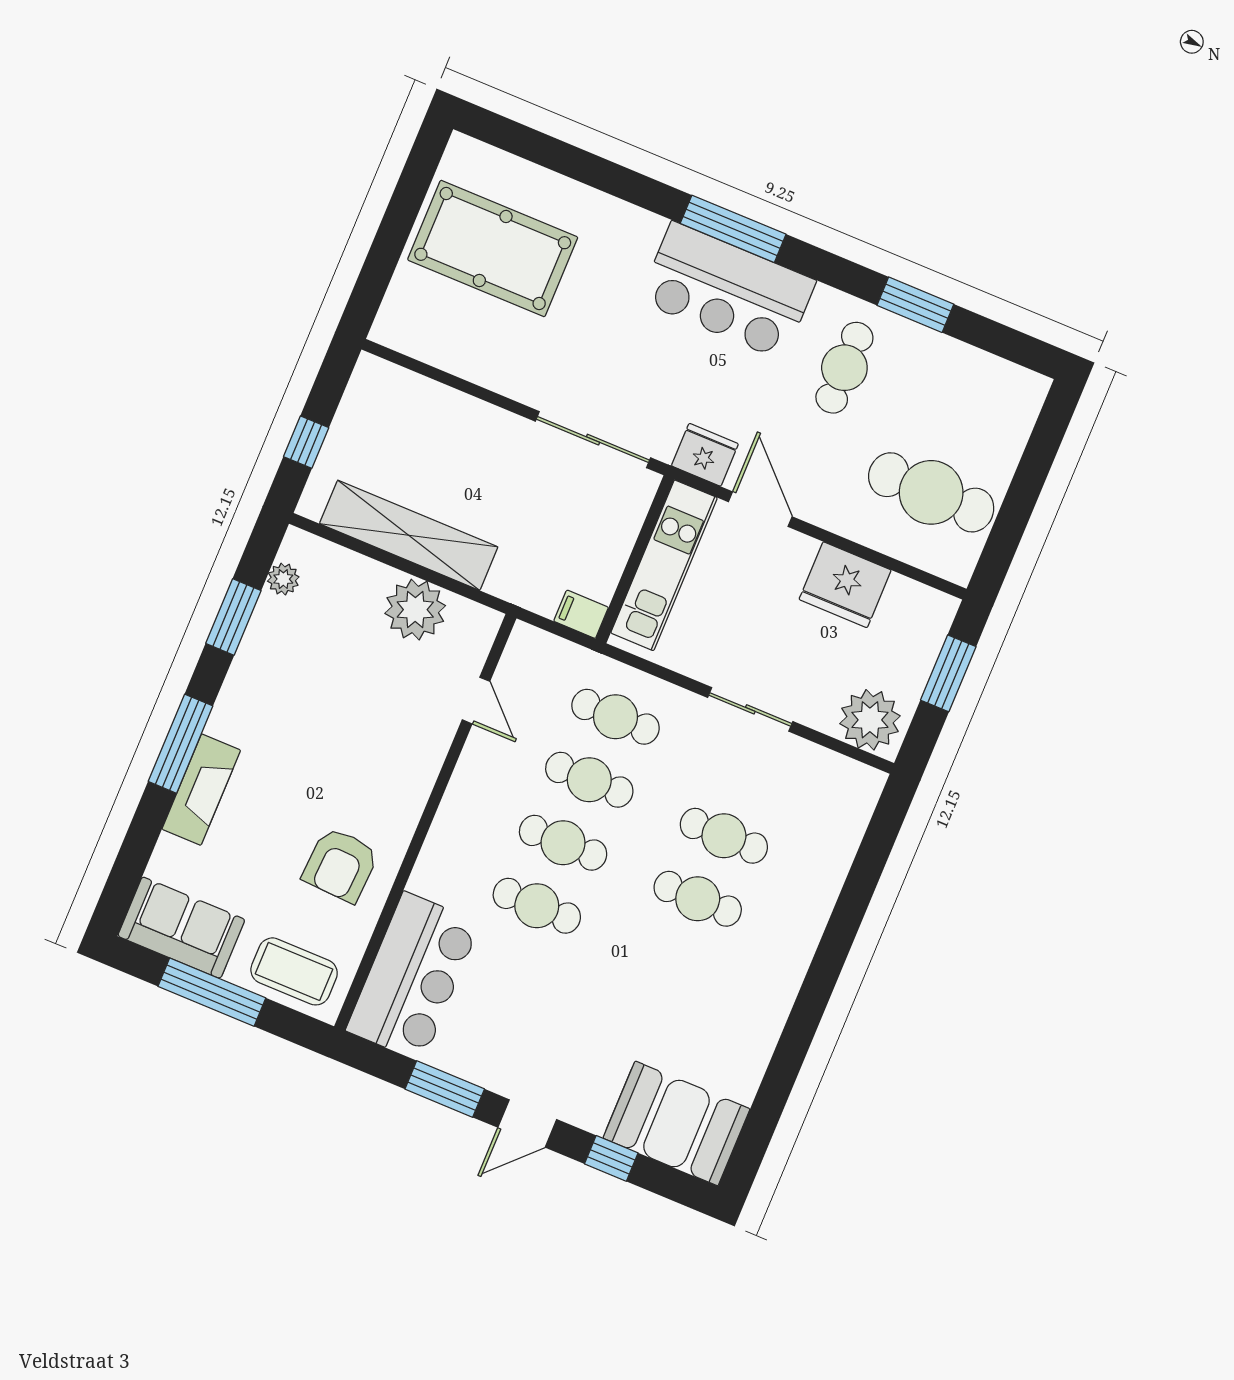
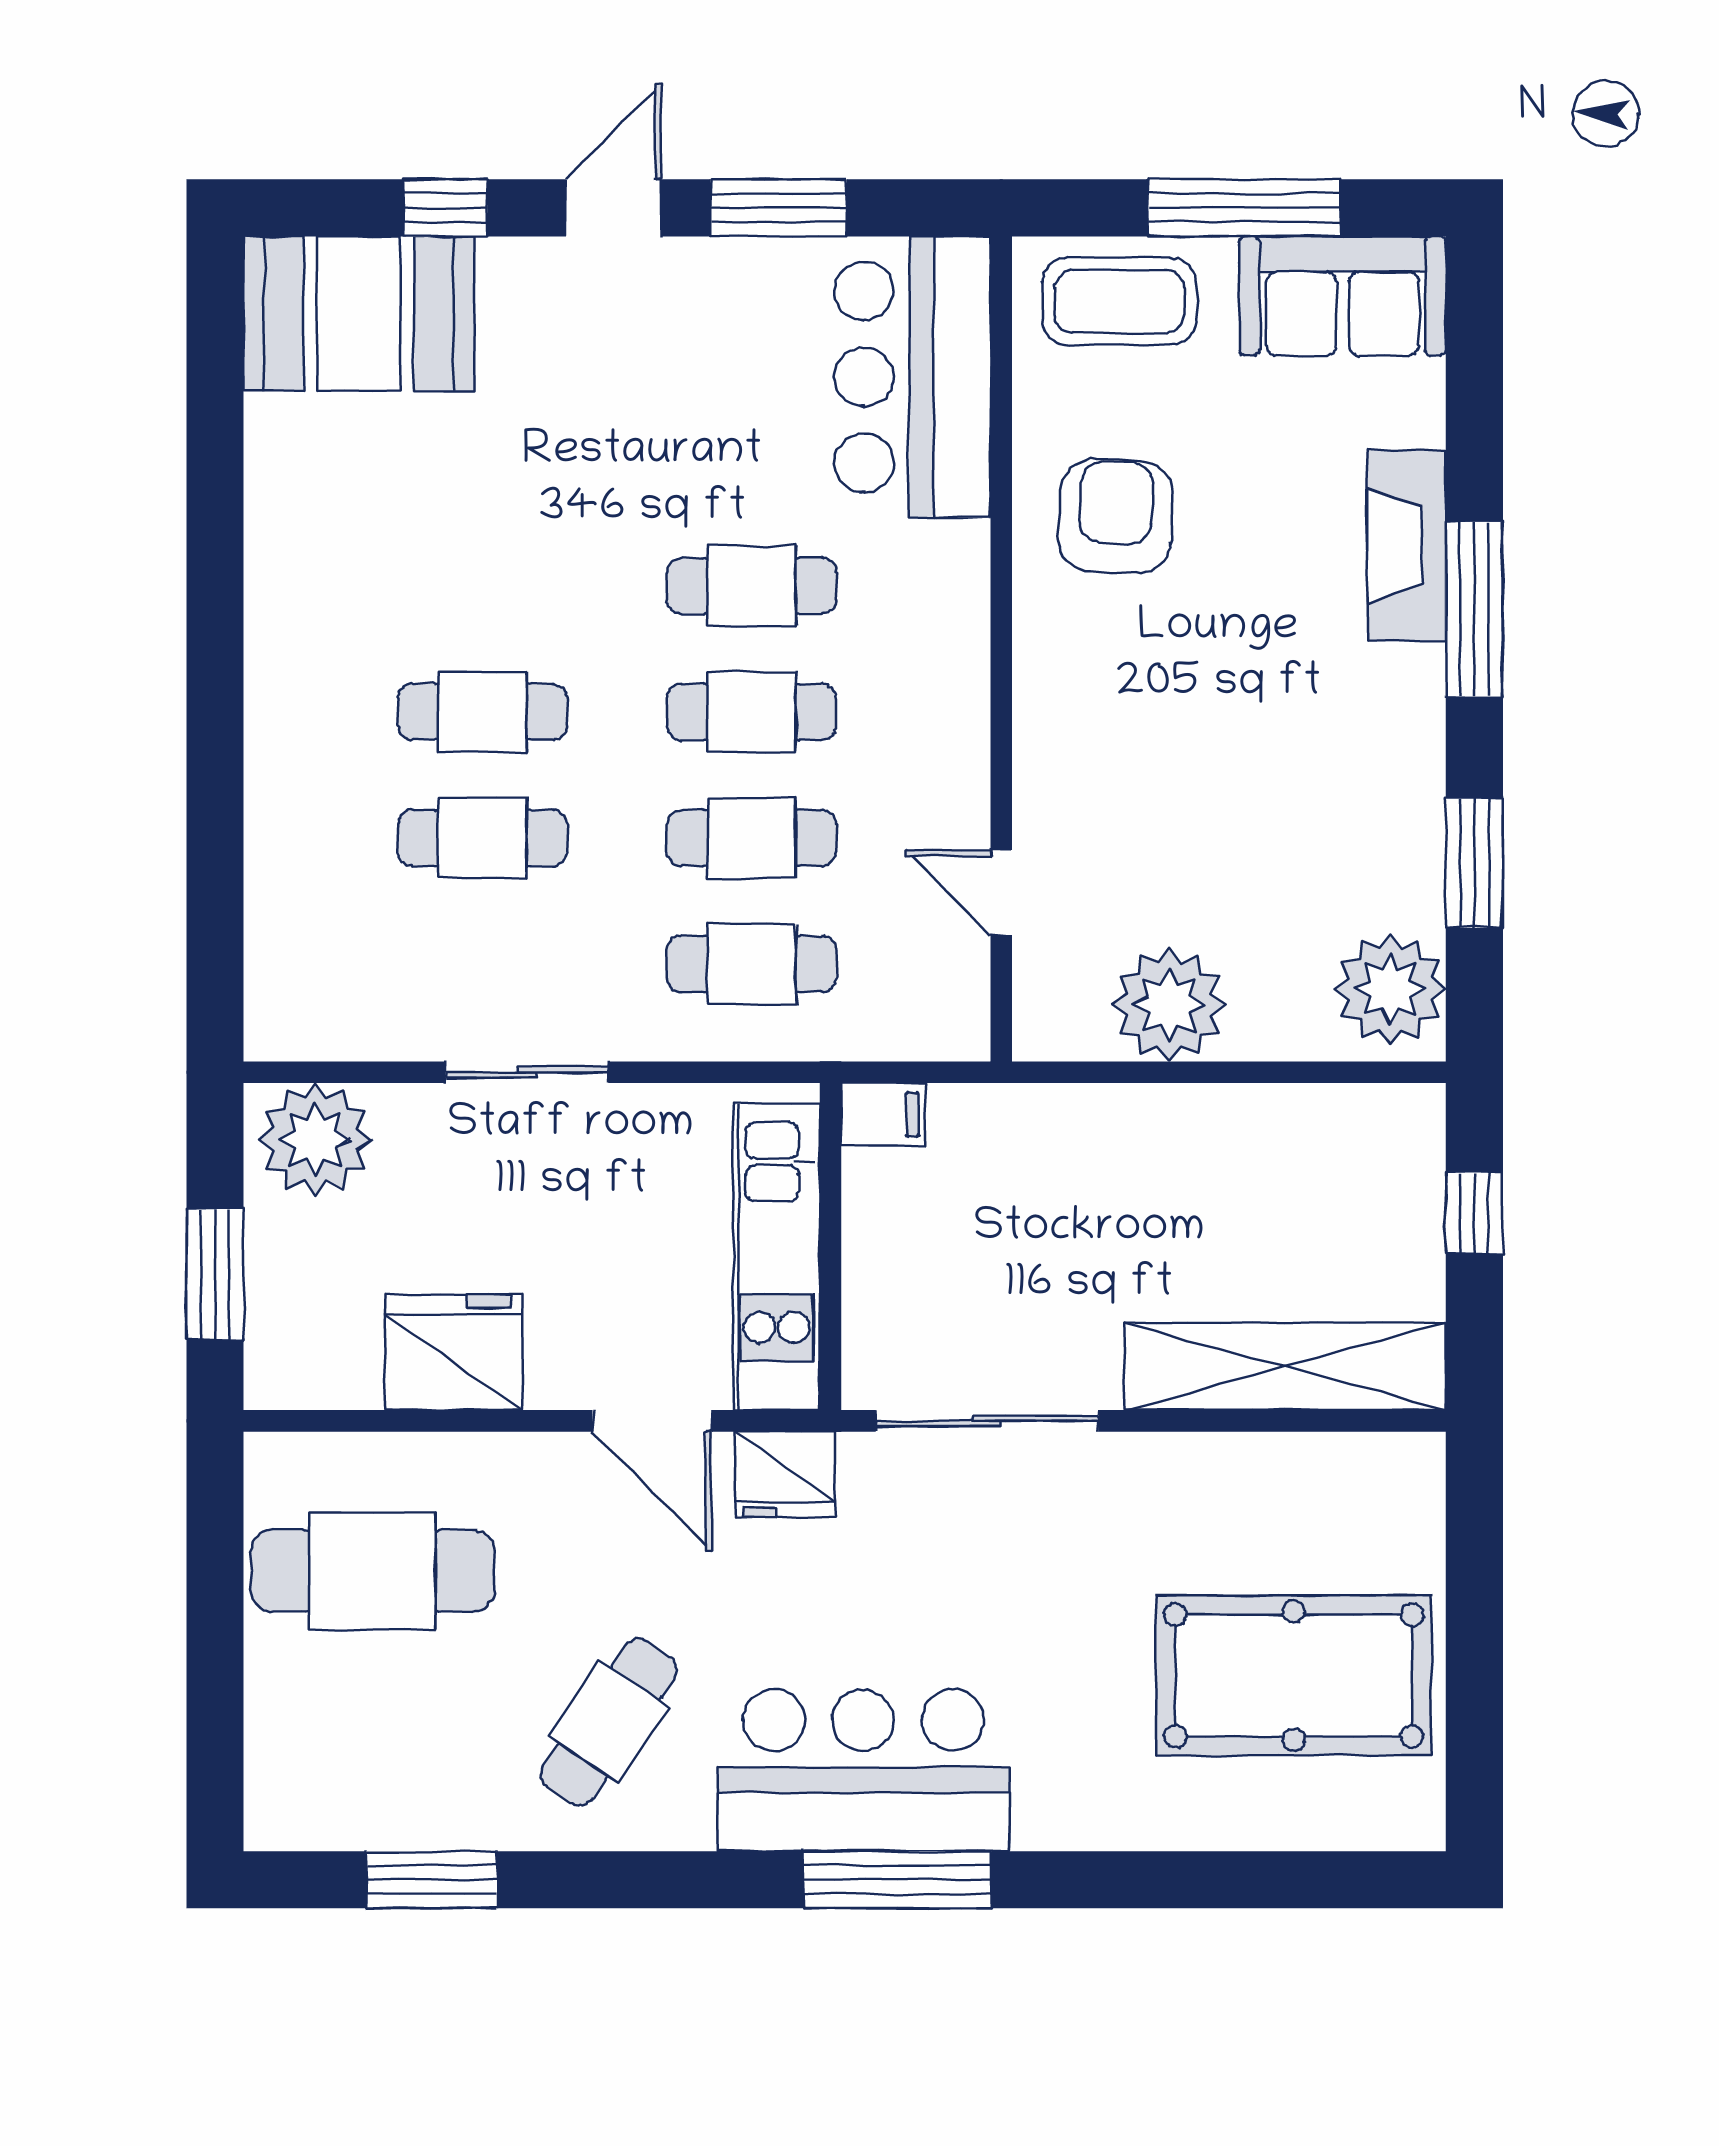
window: (915, 305) -> (432, 1880), moved
cafe table: (844, 368) -> (609, 1722), turned 34
shelving: (409, 535) -> (1285, 1366), moved
plant: (283, 579) -> (1390, 989), width x1.87, depth x1.87

